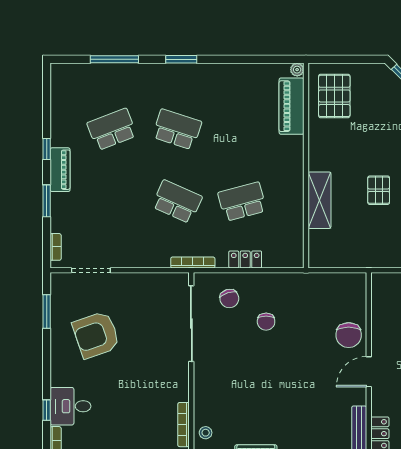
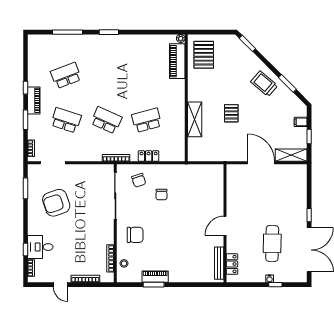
school desk: (177, 129) -> (66, 120), moved
chair: (349, 335) -> (135, 235), moved, turned -90

